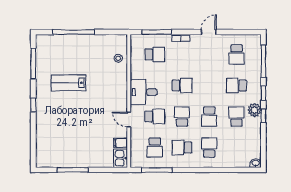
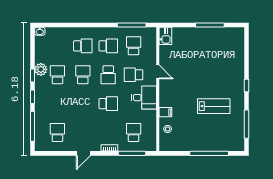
school desk: (155, 54) -> (134, 133), turned 90
school desk: (182, 85) -> (108, 104), turned 180
school desk: (237, 85) -> (57, 104), removed
plant: (254, 110) -> (41, 69), moved
school desk: (237, 117) -> (57, 75), turned 180
filing cabinet: (121, 143) -> (165, 112), moved
school desk: (209, 148) -> (83, 46), turned -90

